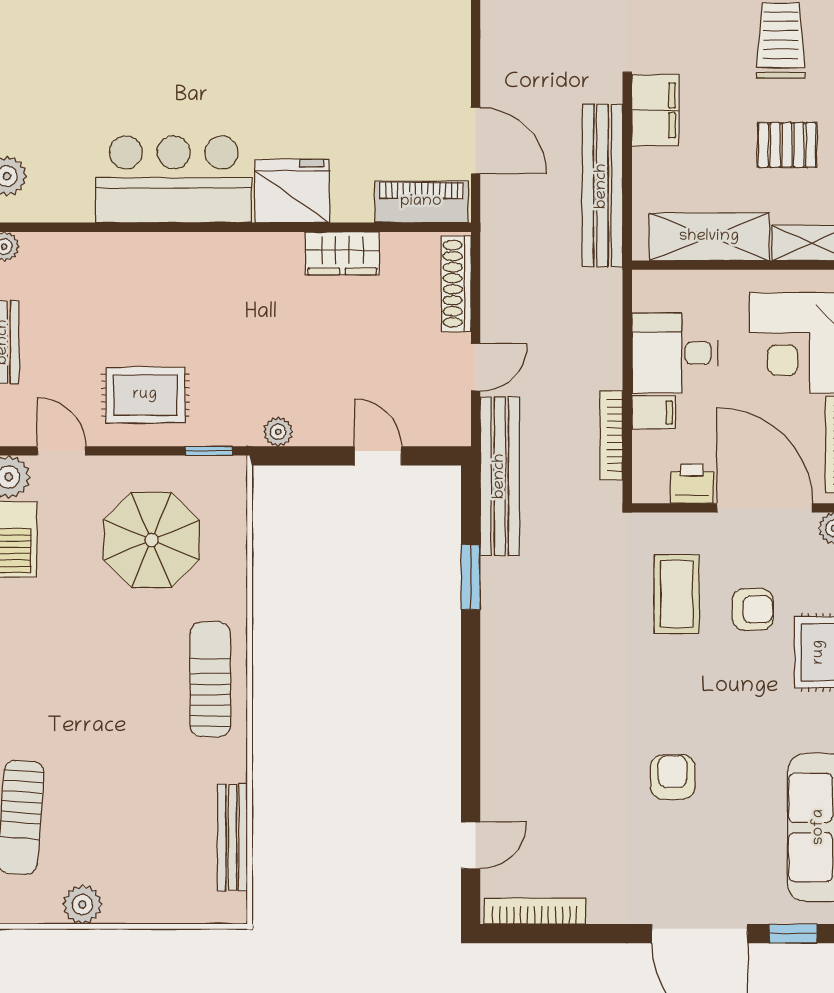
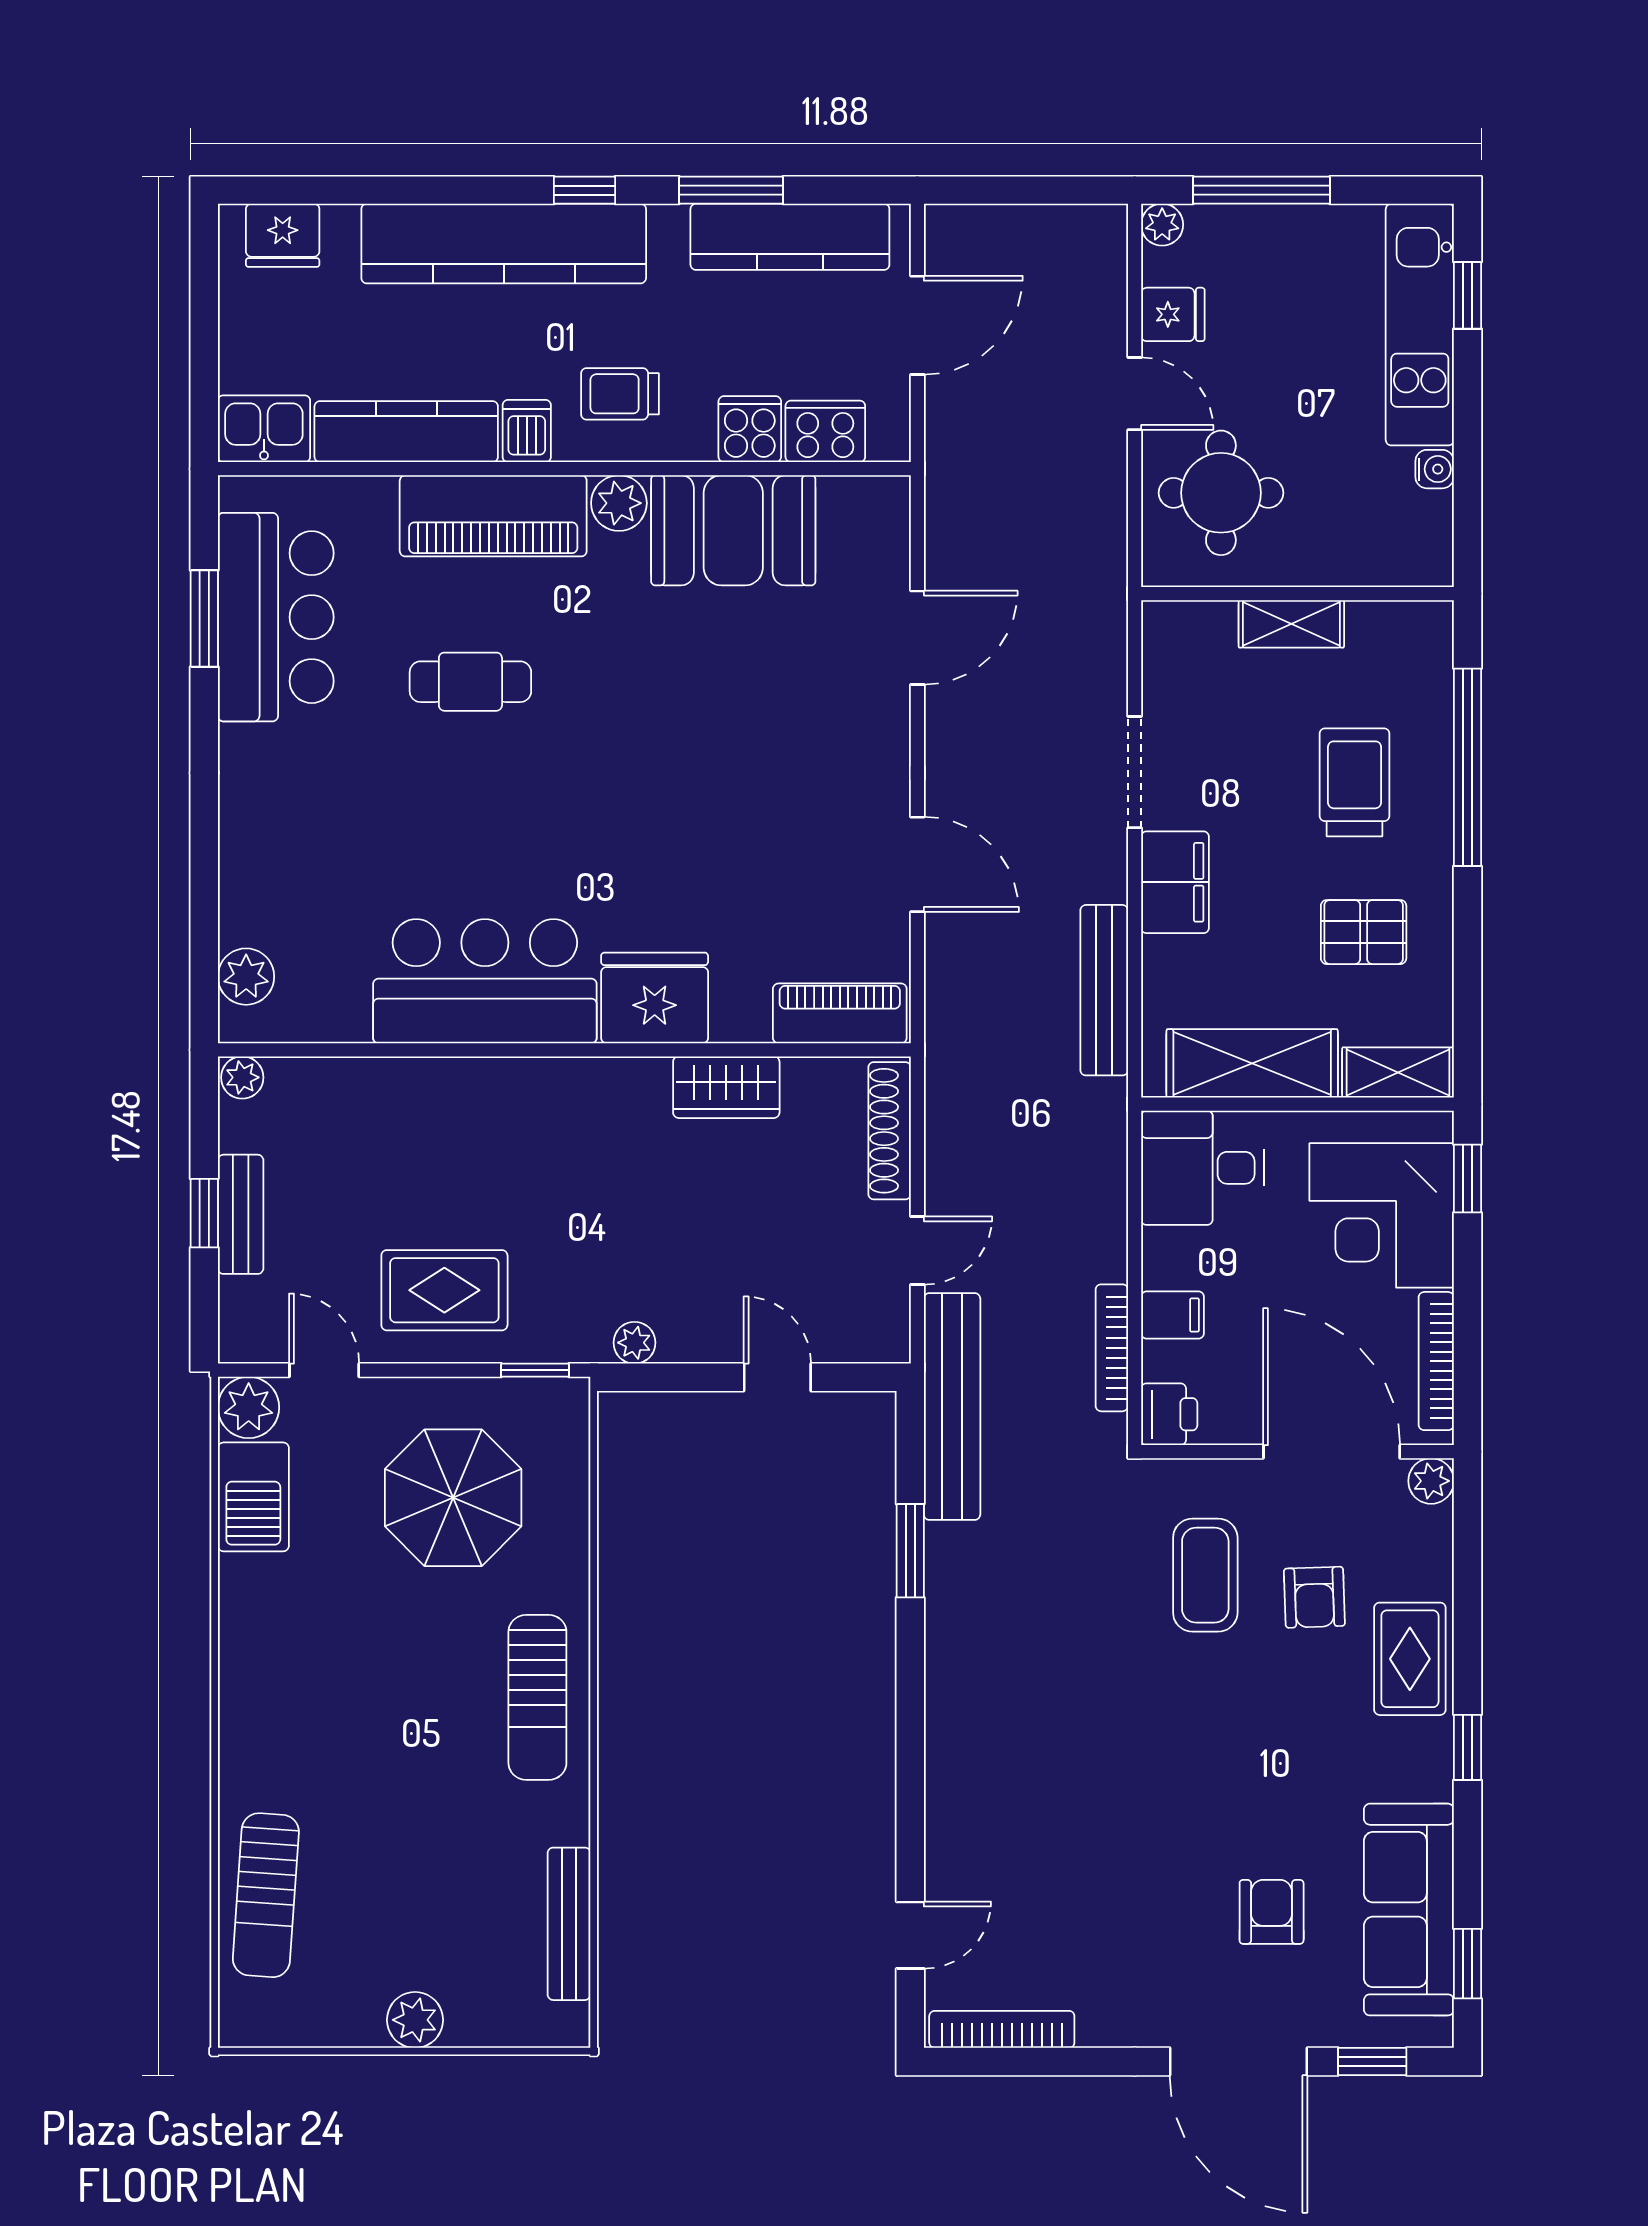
door: (476, 141) -> (917, 864), moved
bench: (602, 186) -> (1104, 990), width x0.73, depth x0.82
desk: (675, 353) -> (1203, 1168), moved
printer: (692, 484) -> (1169, 1414), moved, turned 90
armchair: (753, 609) -> (1314, 1597), turned 88
sun lounger: (210, 679) -> (537, 1697), turned 180
armchair: (673, 777) -> (1272, 1912), moved
plant: (82, 905) -> (415, 2020), moved

